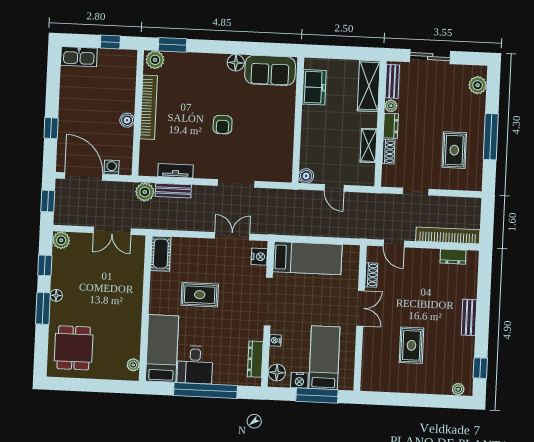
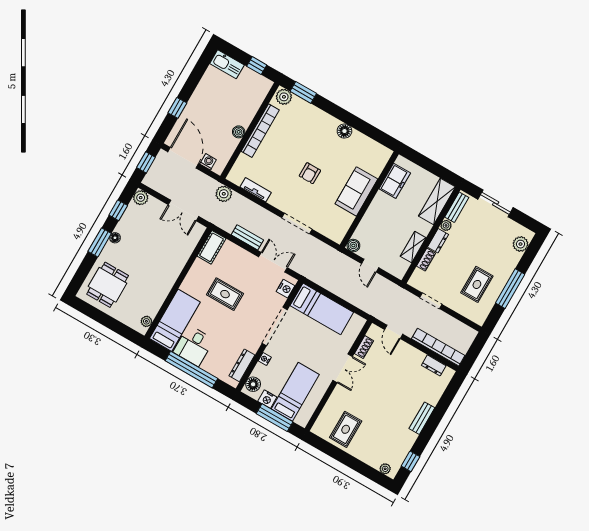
sofa: (270, 70) -> (356, 191), moved, turned 90
bench: (173, 191) -> (247, 237), moved
rug: (411, 345) -> (346, 429), moved

